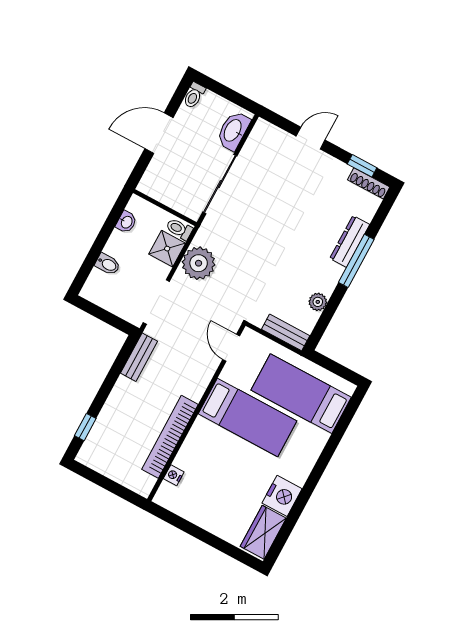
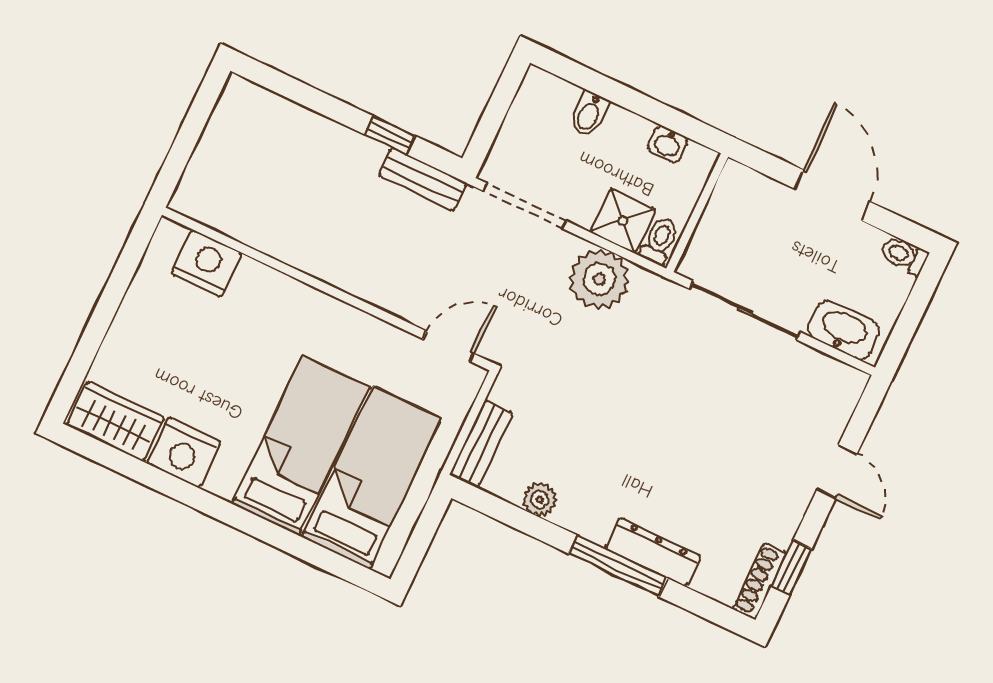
bed: (248, 417) -> (300, 445), moved, turned 180
window: (85, 427) -> (390, 135), moved
bookcase: (170, 437) -> (281, 243), removed
nightstand: (174, 475) -> (206, 263), width x1.89, depth x1.79

